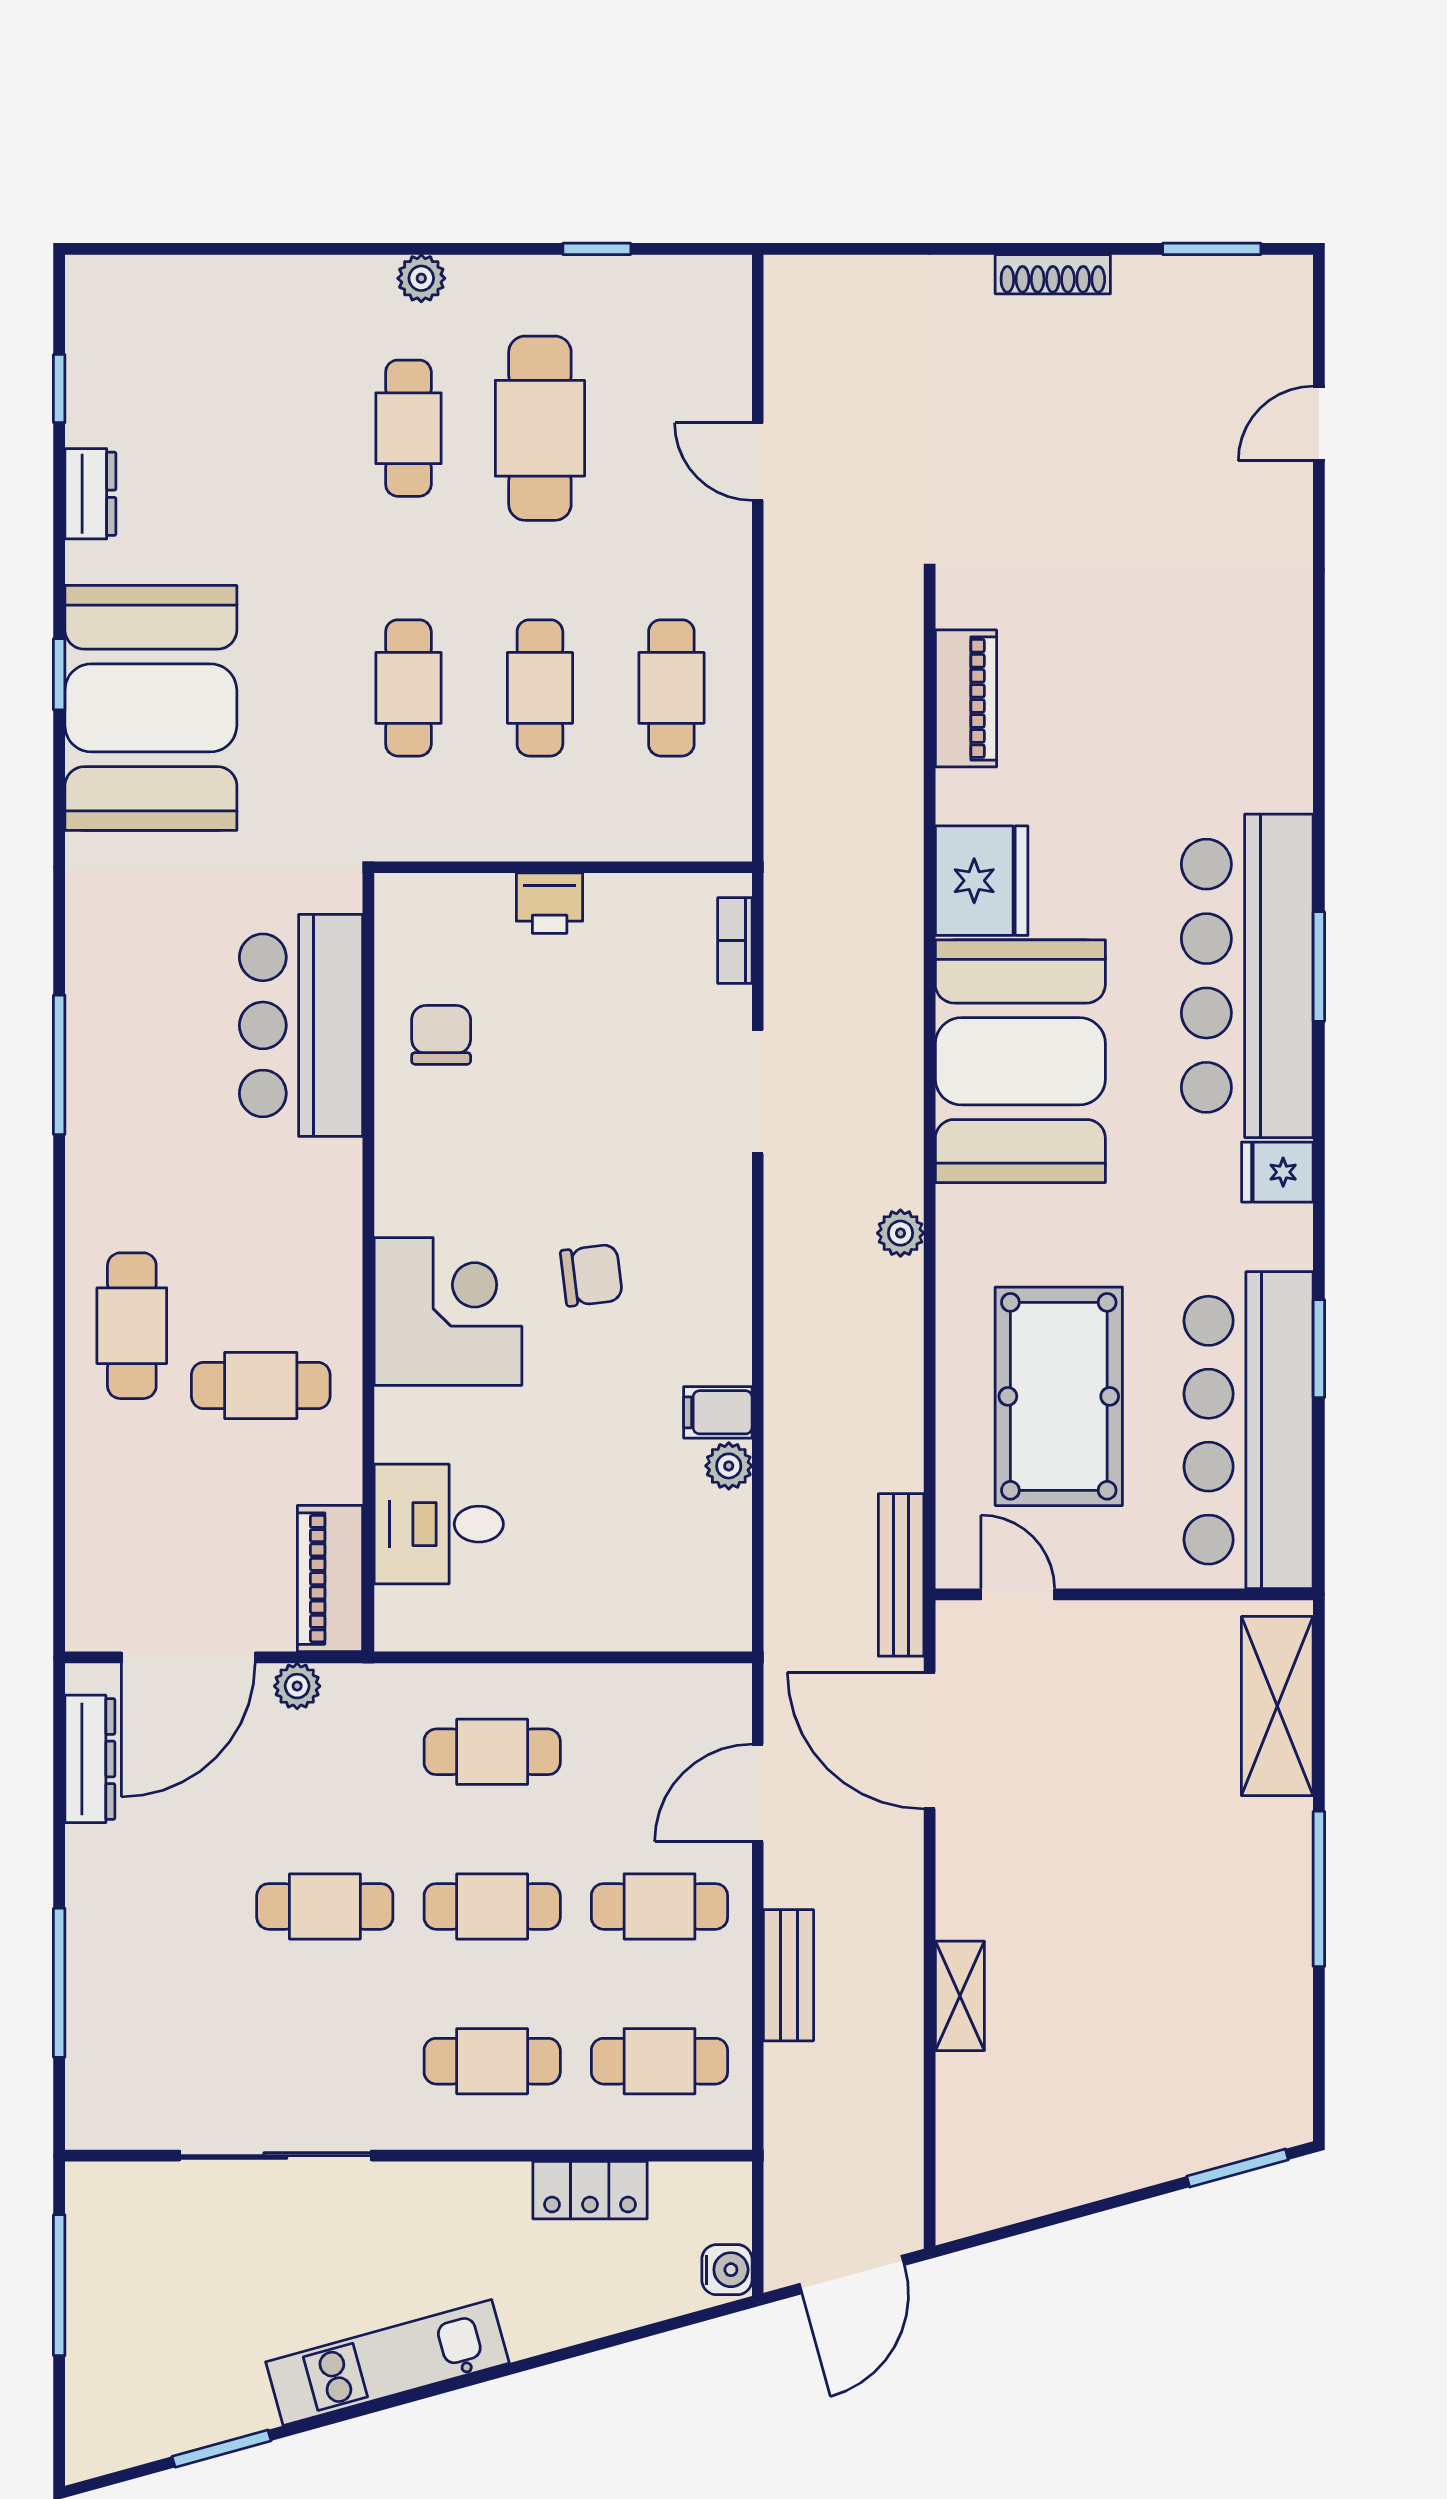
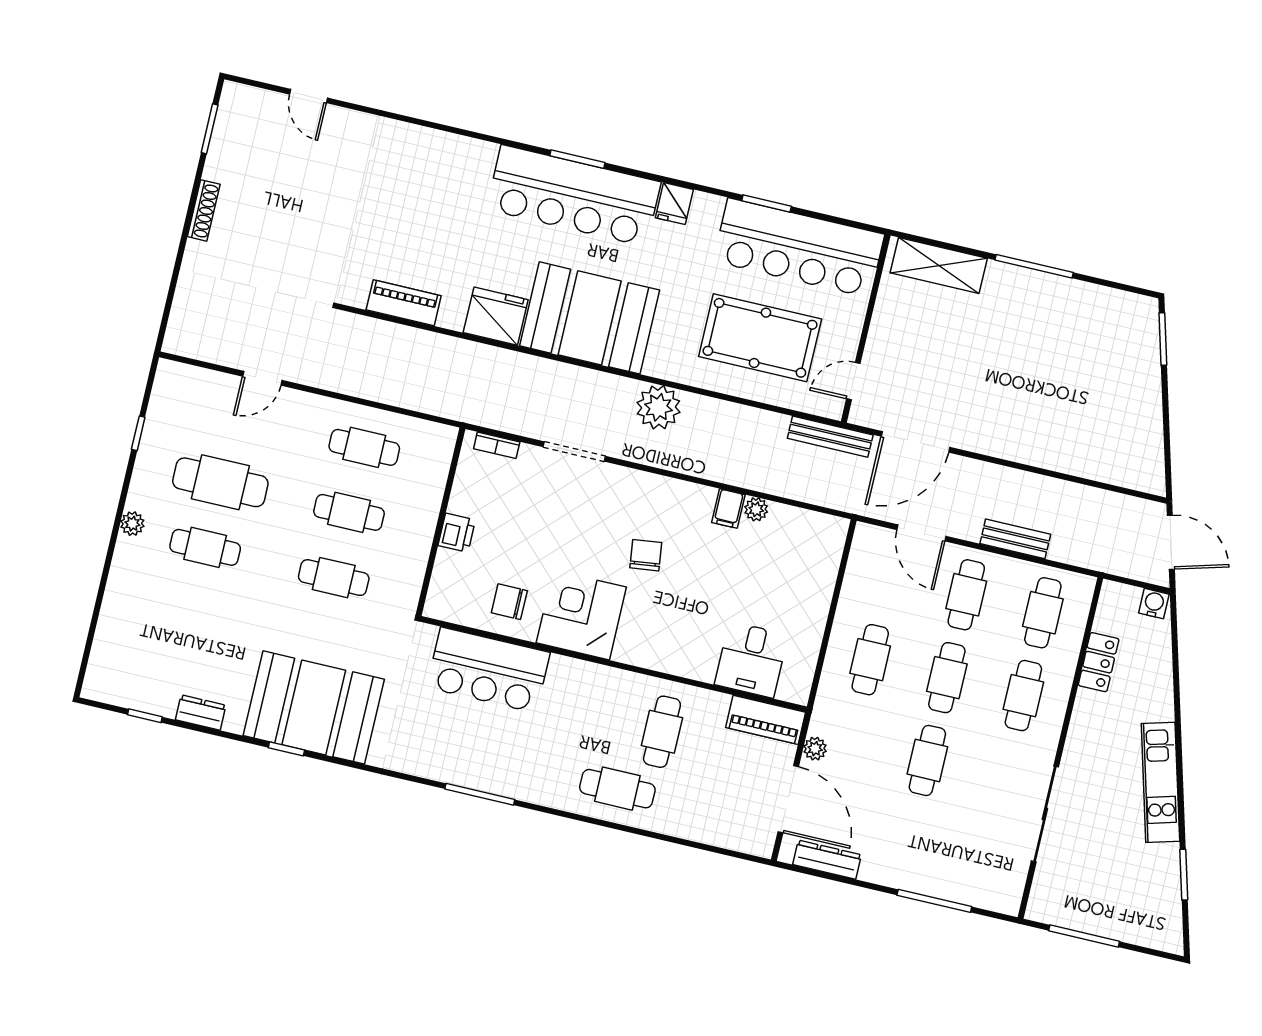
plant: (900, 1233) -> (658, 407), width x1.87, depth x1.87
corner desk: (448, 1311) -> (581, 615), moved
shelving: (960, 1996) -> (1045, 456), removed

